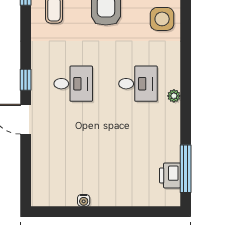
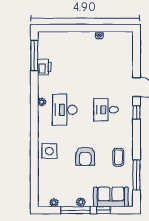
desk: (138, 84) -> (65, 110), width x1.37
printer: (170, 175) -> (44, 67), moved

